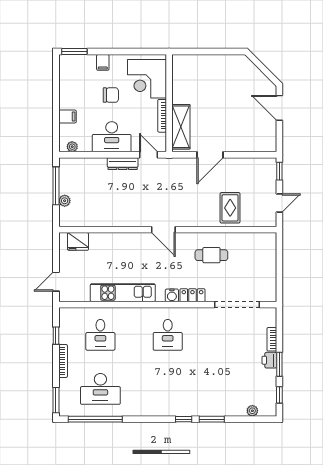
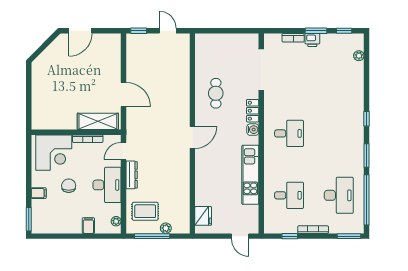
rug: (230, 208) -> (145, 211), moved
window: (212, 419) -> (367, 156), moved

